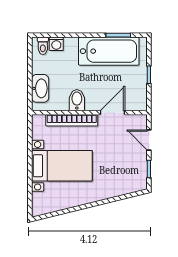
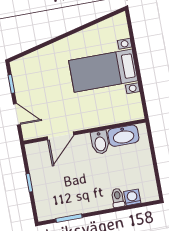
toilet: (43, 46) -> (118, 198), moved
bathtub: (109, 51) -> (76, 200), removed
washbasin: (40, 88) -> (123, 136), moved, turned -90
bookcase: (72, 120) -> (101, 120), removed

